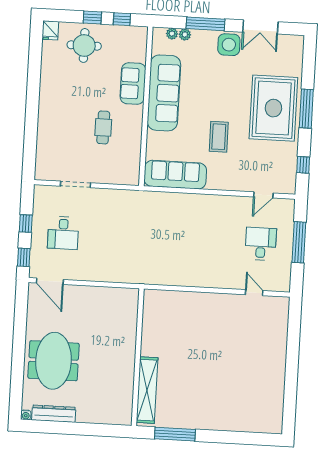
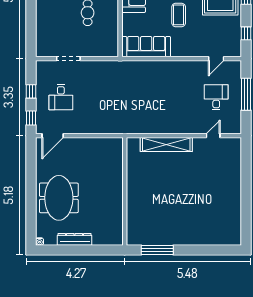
door: (50, 281) -> (53, 136), hinge flipped
door: (254, 293) -> (213, 136), hinge flipped
shelving: (147, 390) -> (166, 144), moved, turned 90
dresser: (54, 414) -> (75, 239), moved

